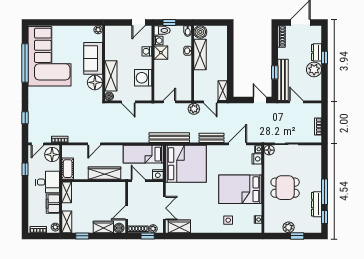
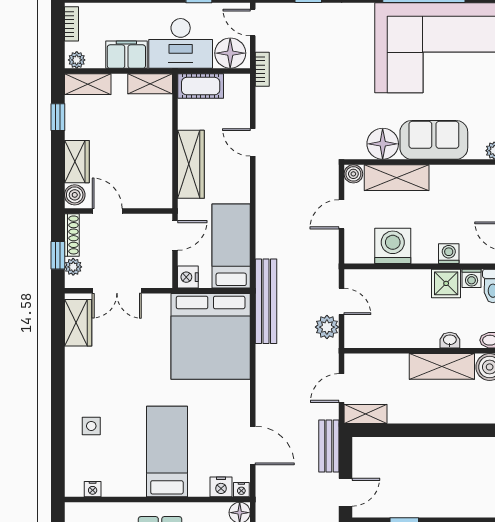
plant: (194, 109) -> (327, 327), moved
bench: (212, 138) -> (329, 446), moved
desk: (47, 182) -> (181, 43), width x1.37
bed: (240, 189) -> (167, 451), width x0.67

